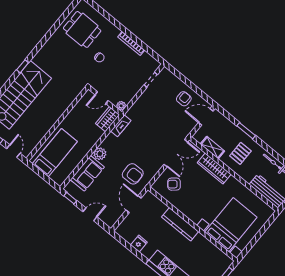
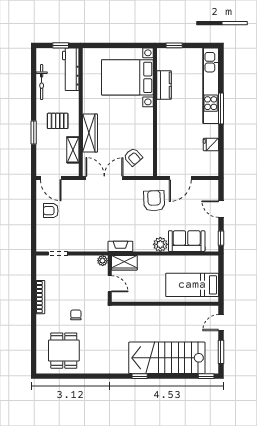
kitchen counter: (180, 224) -> (164, 85), moved, width x0.67

